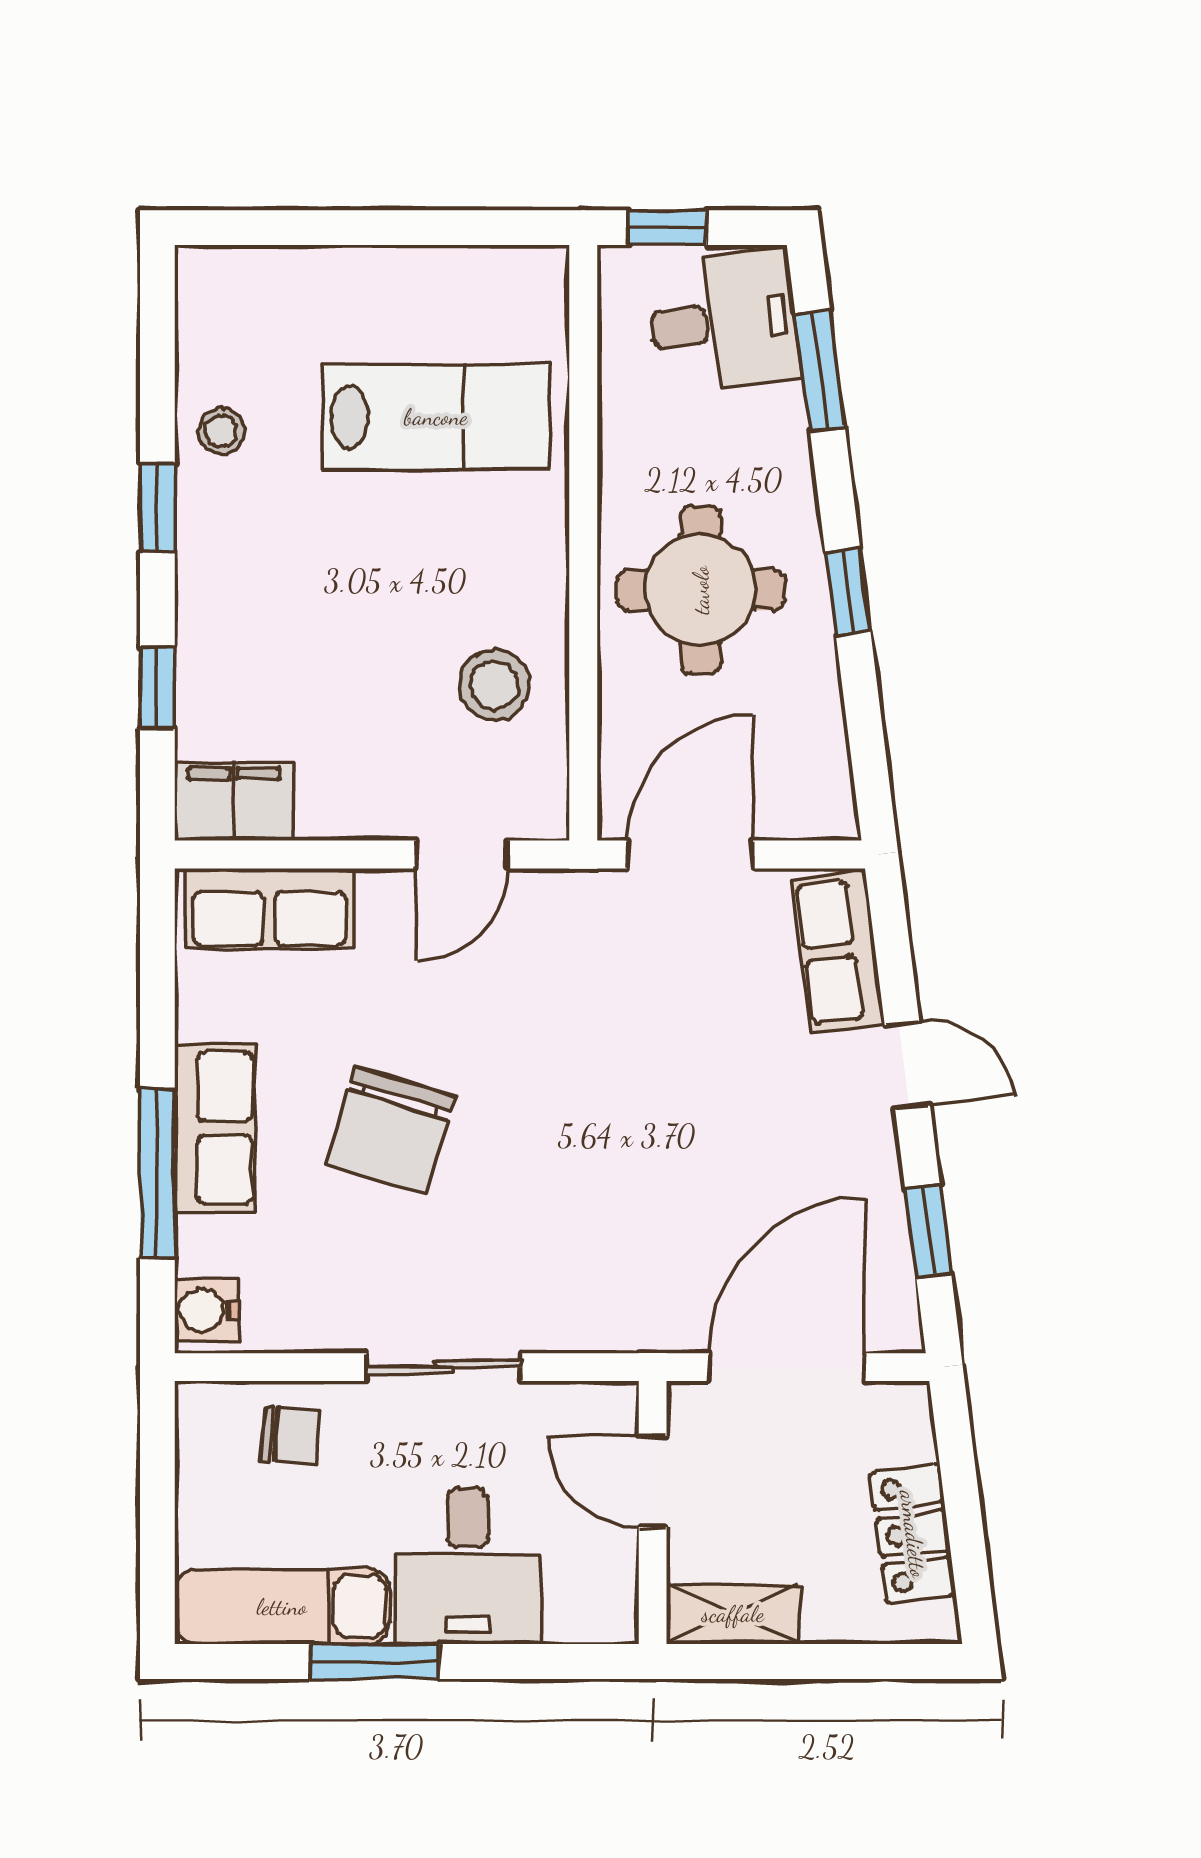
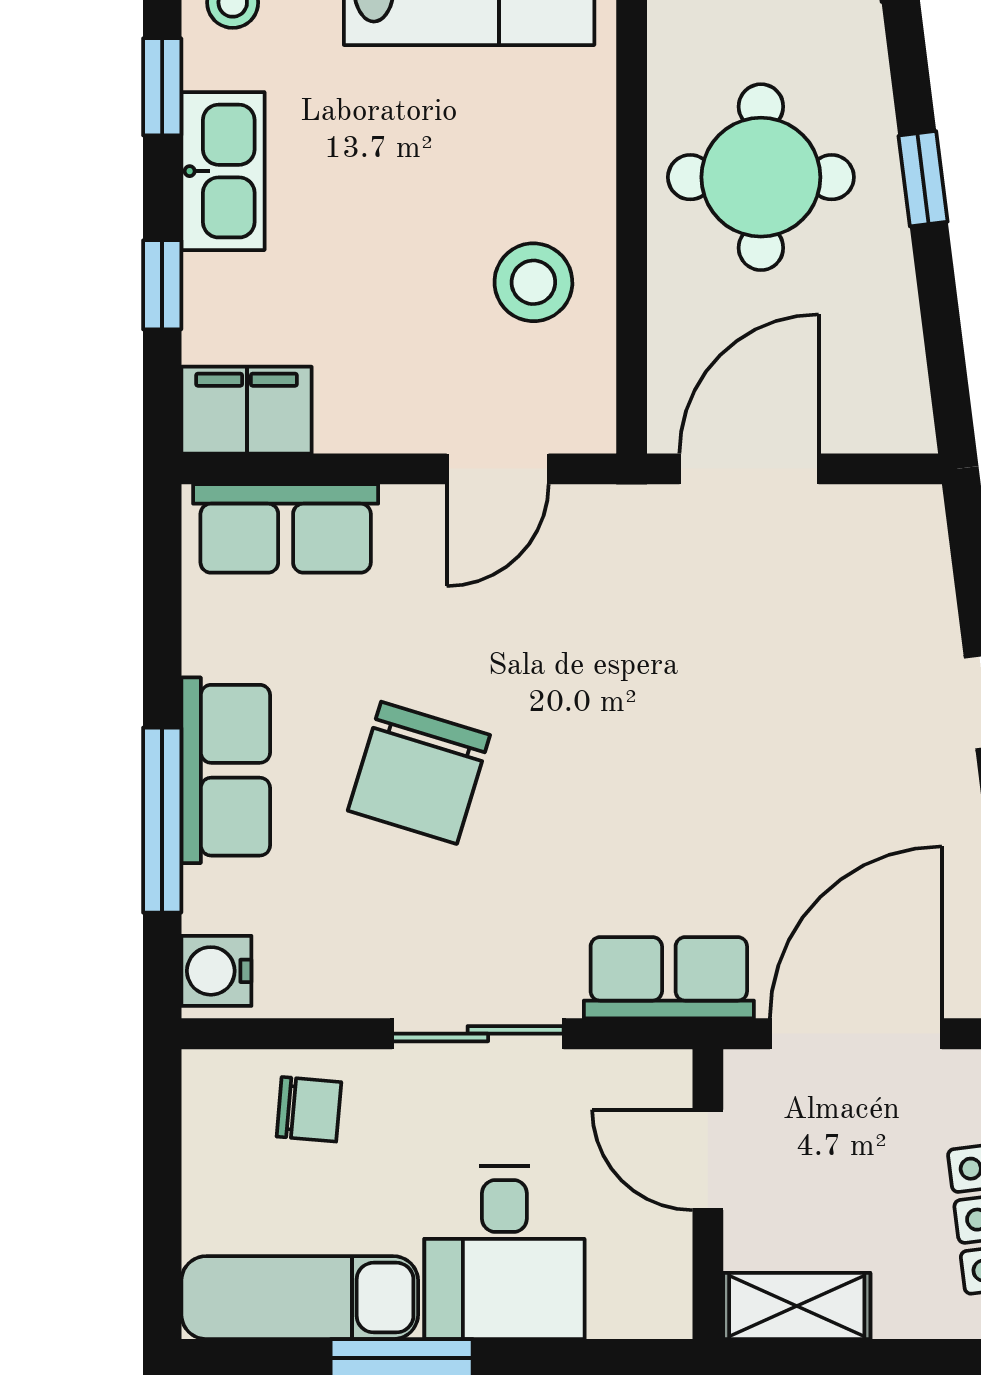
kitchen sink: (212, 584) -> (223, 171), added
row of seats: (838, 951) -> (669, 978), moved, turned 97

